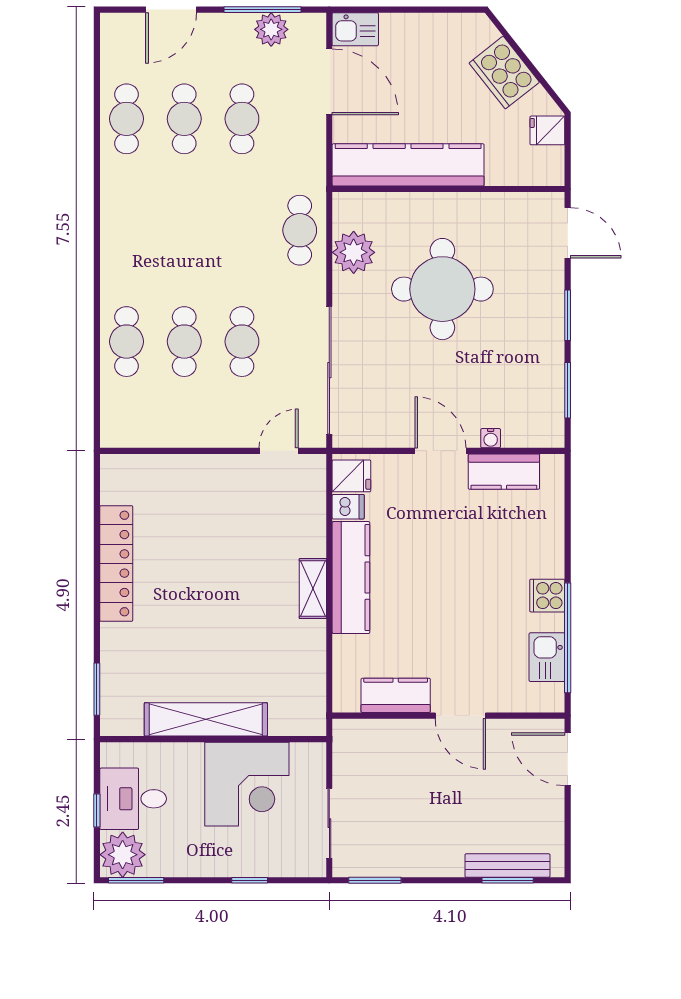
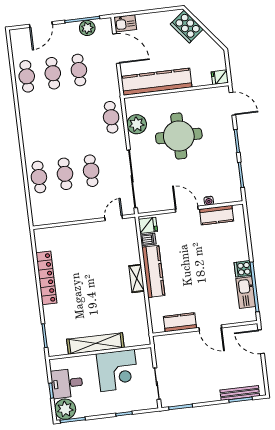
cooker: (504, 73) -> (187, 27), moved
fridge: (547, 130) -> (220, 77), moved
kitchen sink: (547, 657) -> (246, 293), width x1.38

